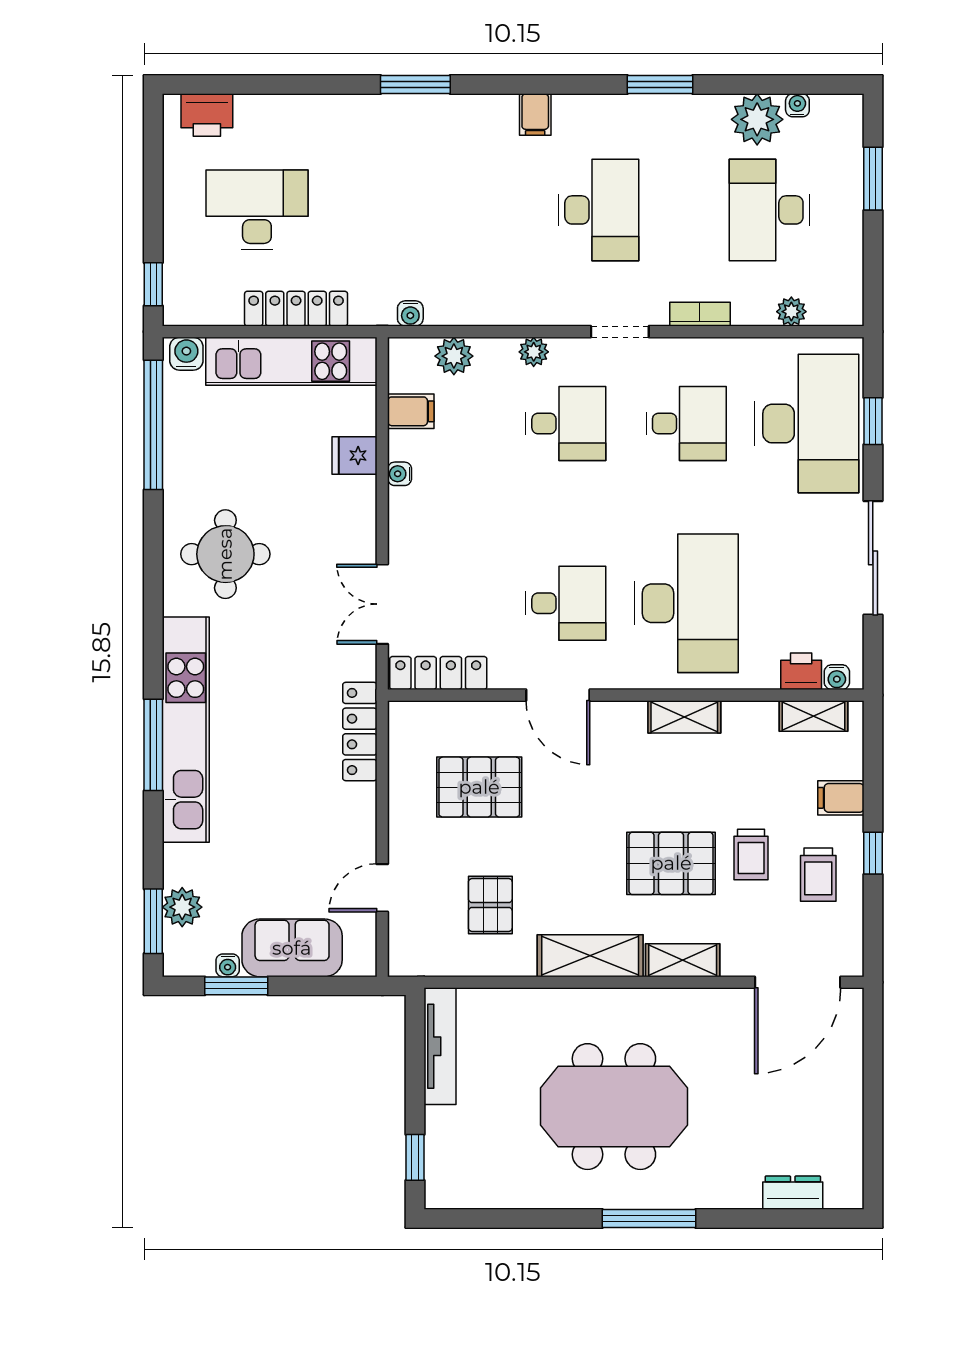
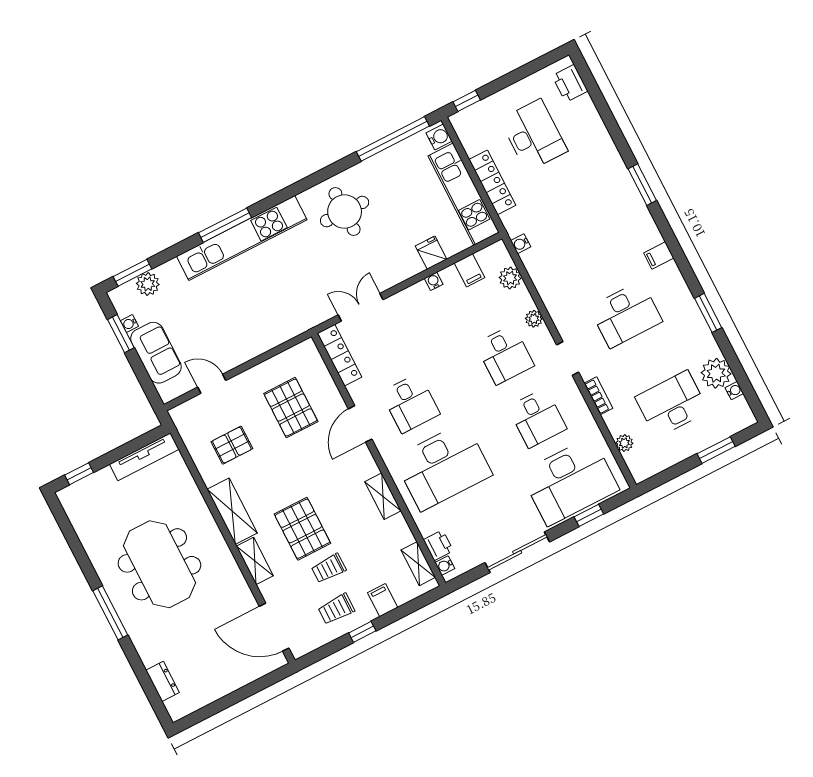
locker: (360, 732) -> (288, 330), removed

